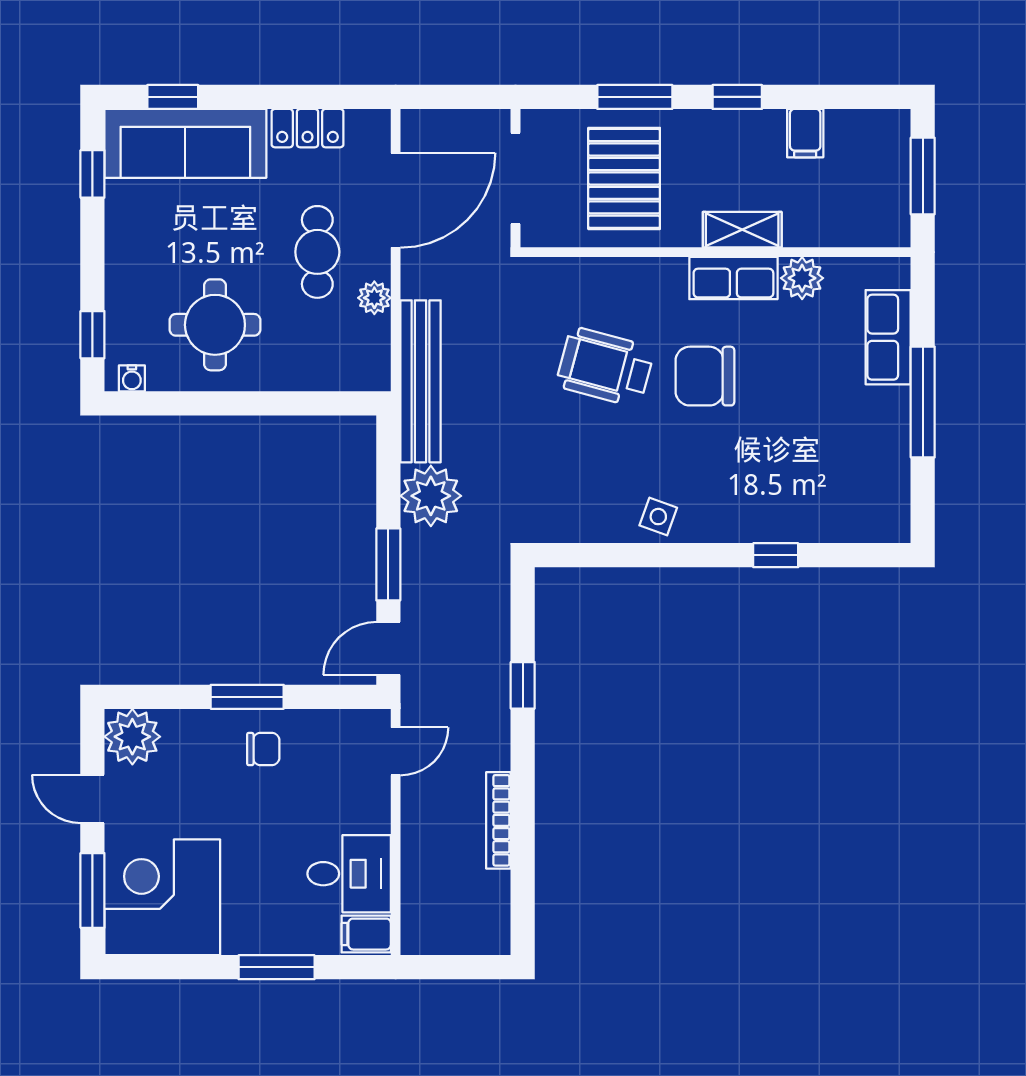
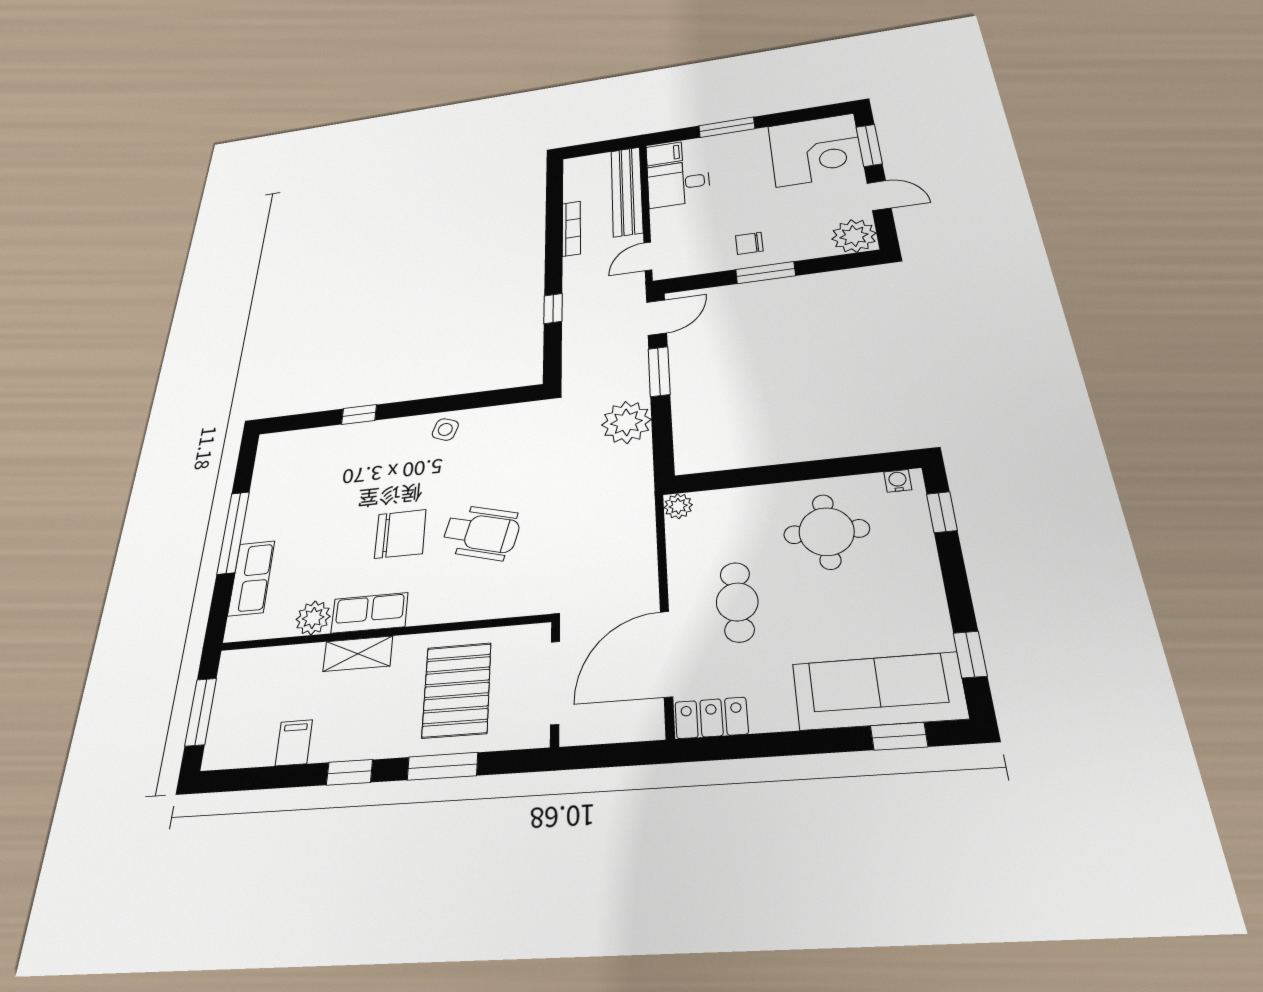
locker: (308, 128) -> (711, 718), moved
plant: (374, 298) -> (678, 506), moved
bench: (421, 381) -> (627, 191), moved

